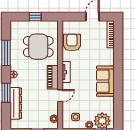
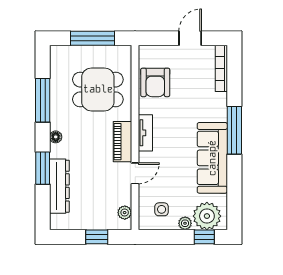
window: (35, 17) -> (92, 38), width x2.17
armchair: (72, 42) -> (155, 82), turned 180
window: (118, 71) -> (234, 130), added
sofa: (105, 81) -> (212, 158), width x1.36

